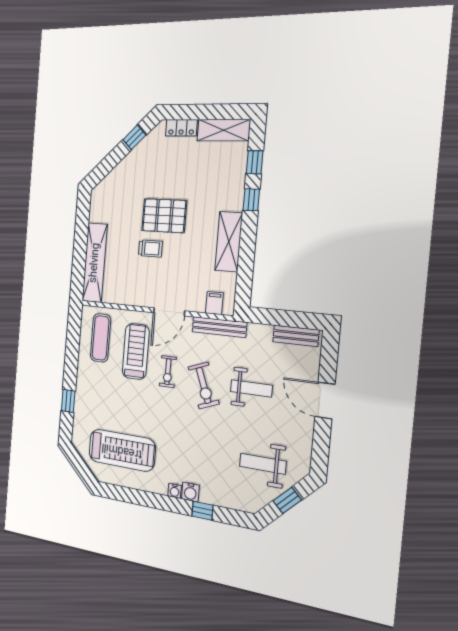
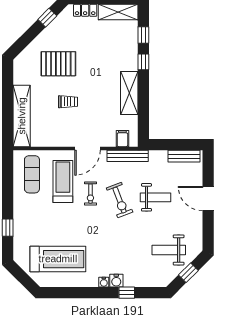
pallet: (164, 216) -> (58, 64), moved

